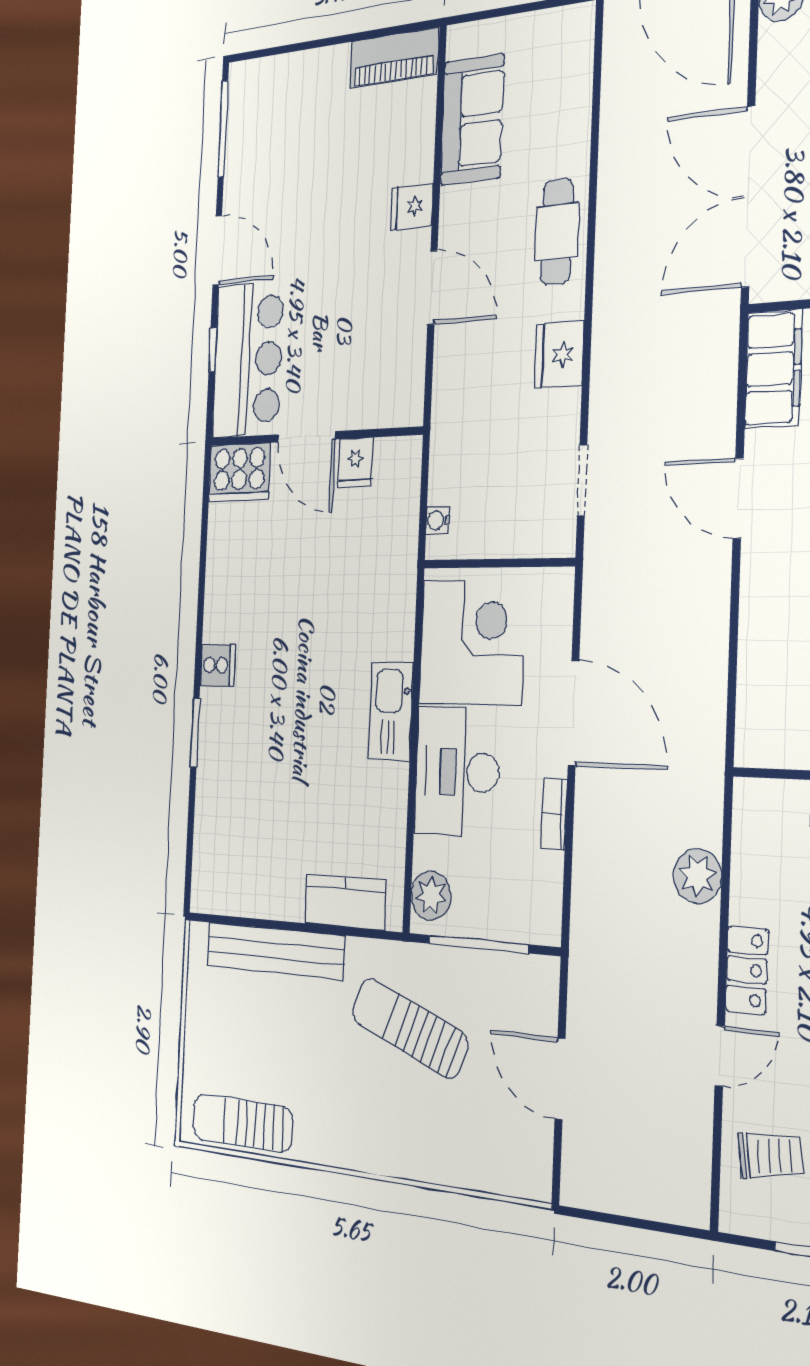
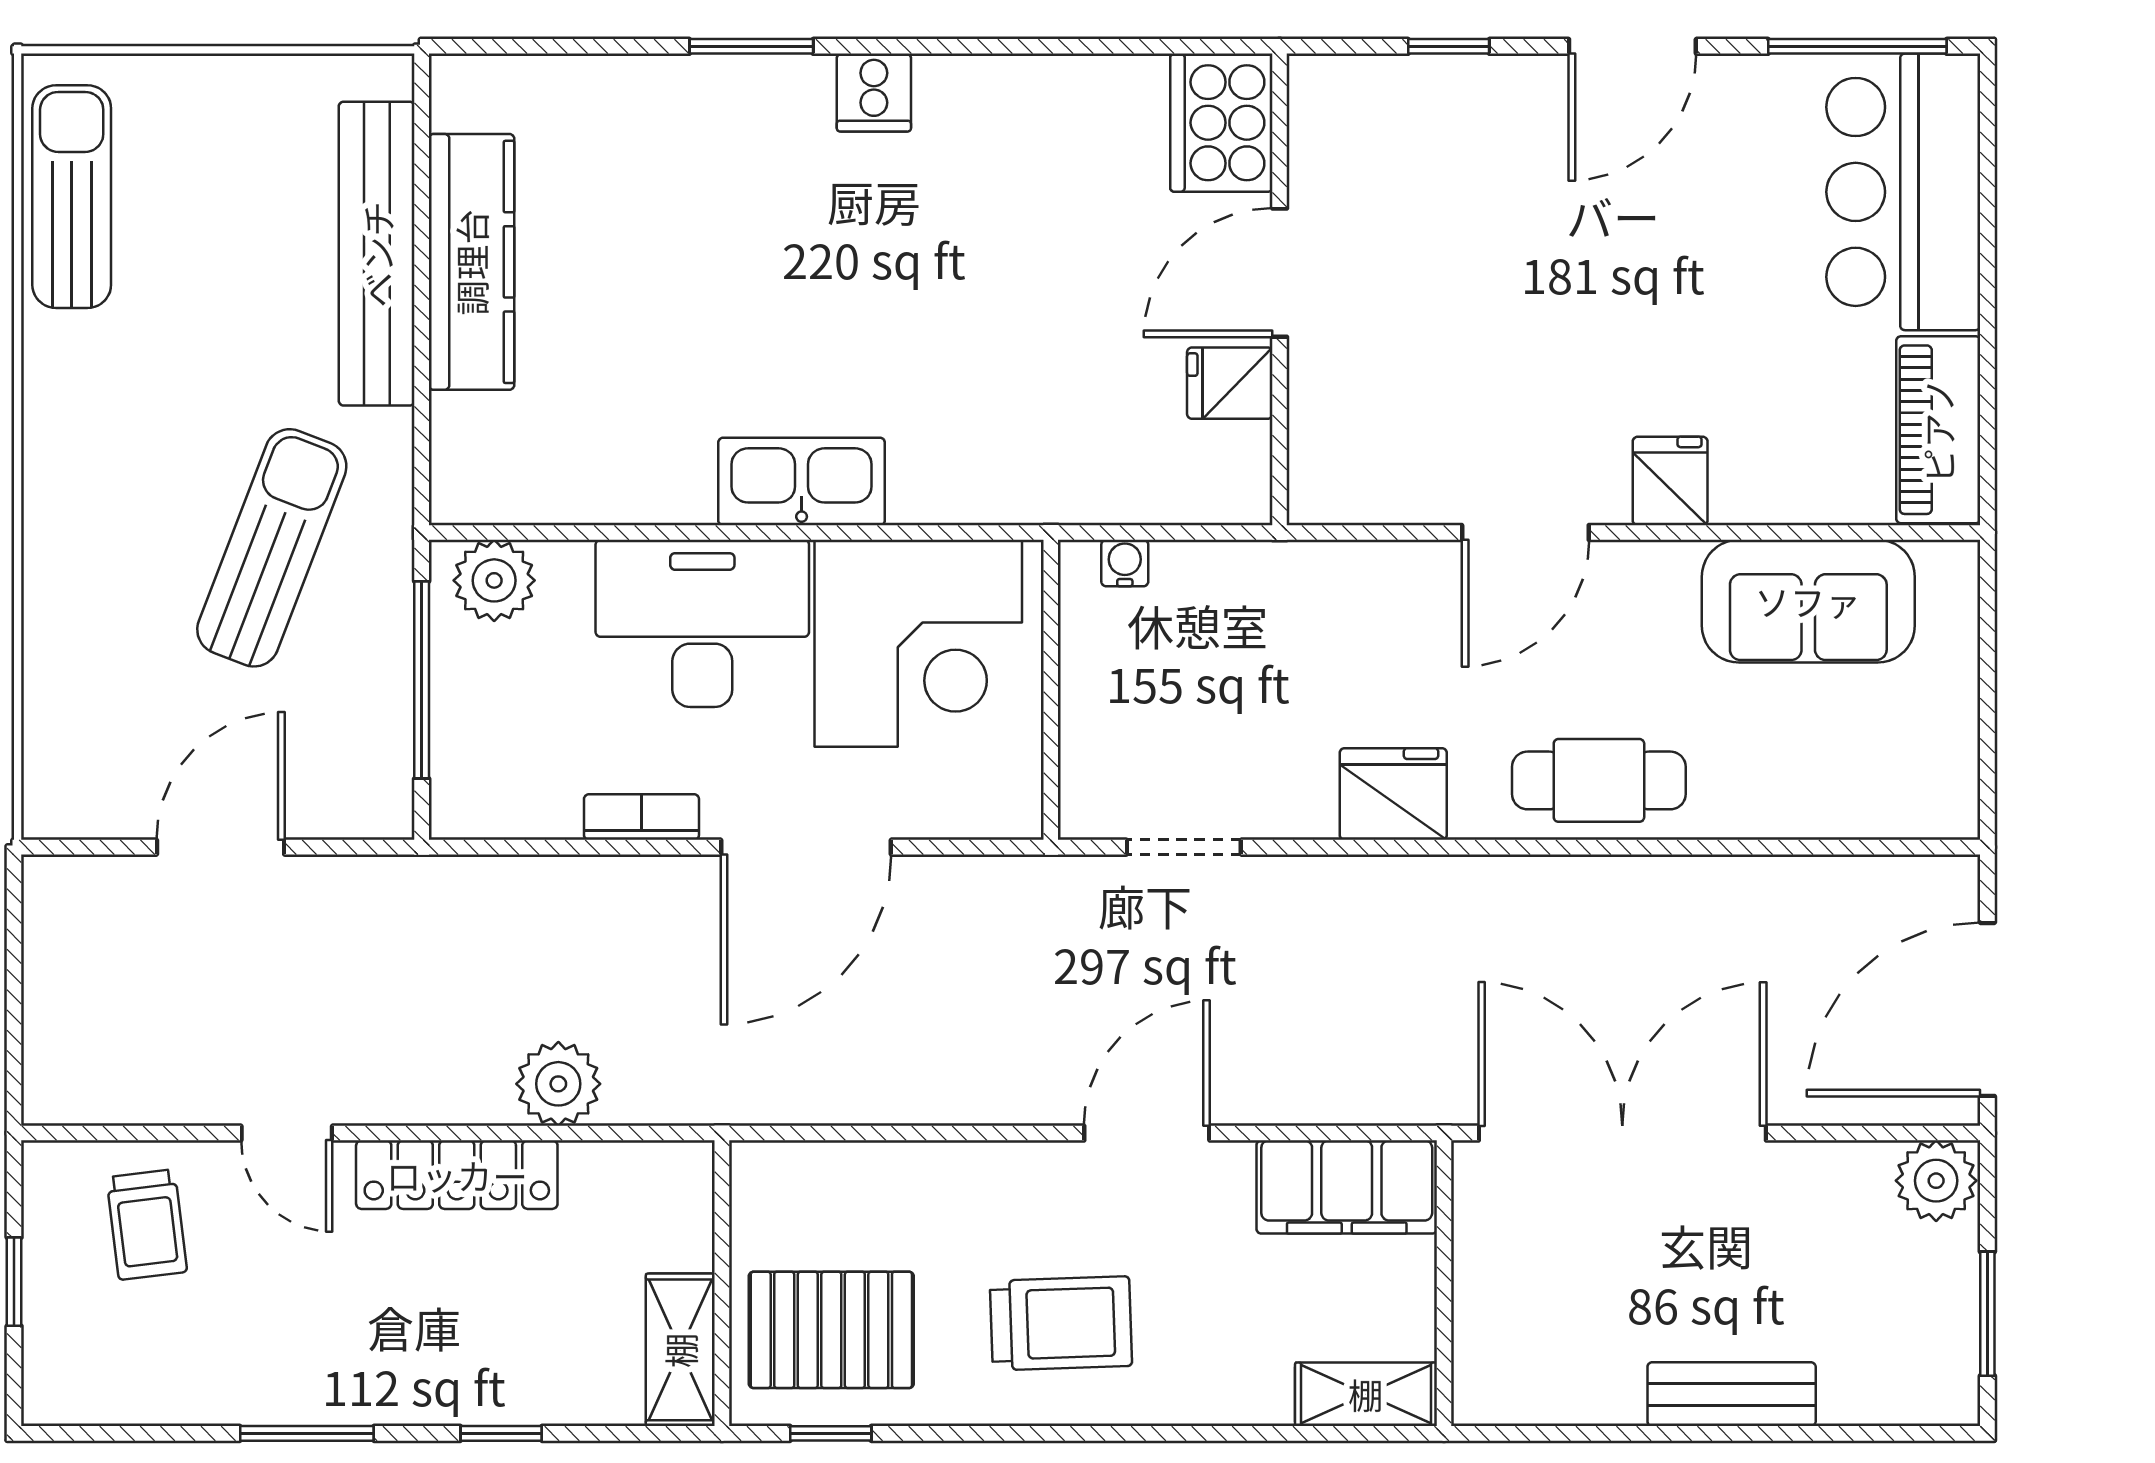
bar counter: (248, 360) -> (1903, 192), moved, turned 90
kitchen counter: (345, 902) -> (471, 262), moved, width x1.50
locker: (747, 970) -> (457, 1175), width x1.53

